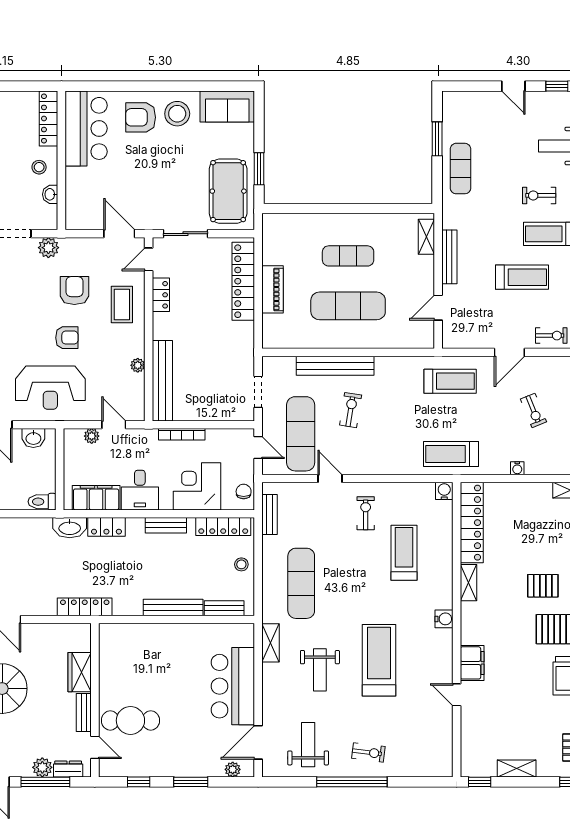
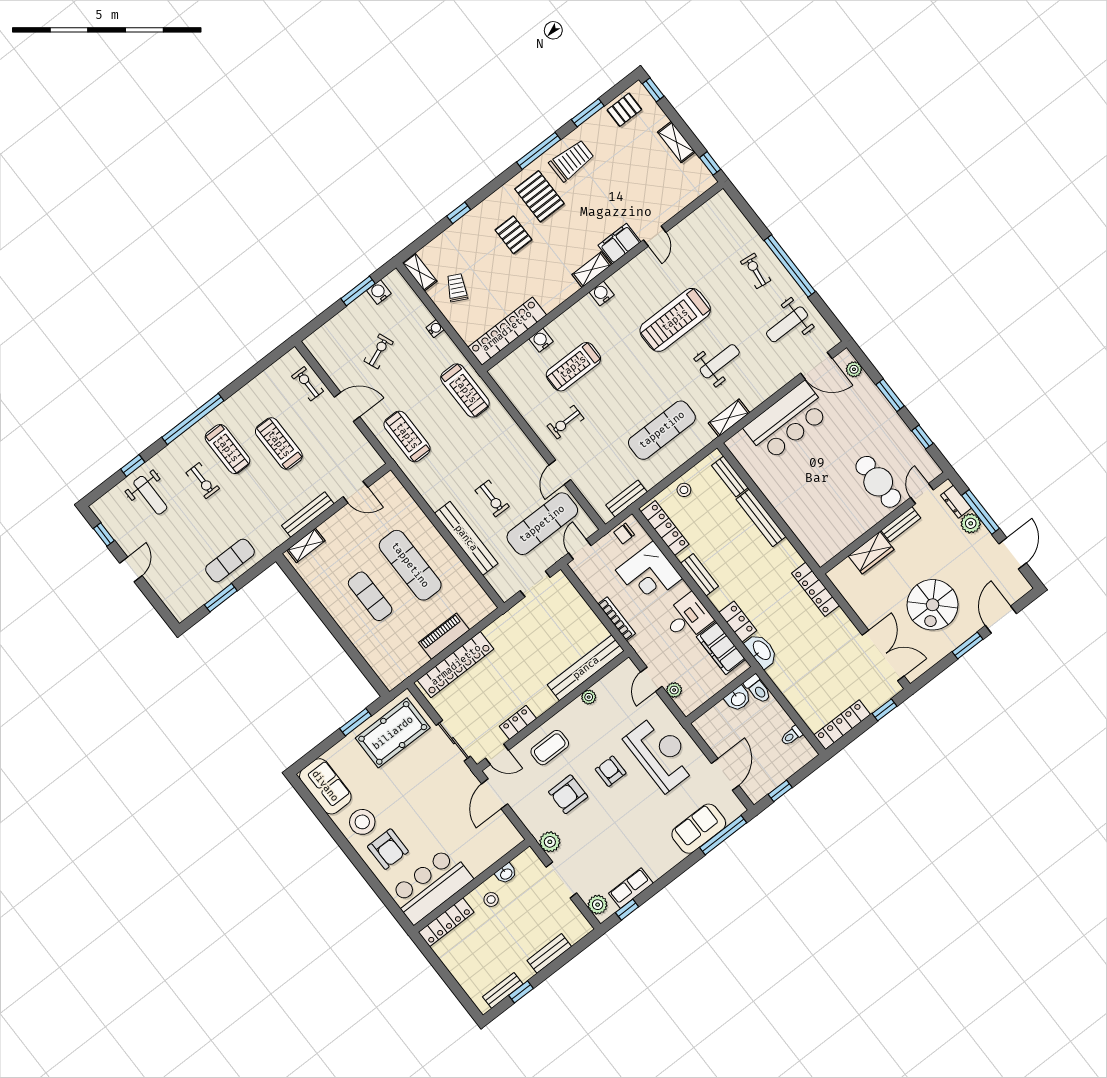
exercise bike: (351, 410) -> (492, 498), turned -99
washbasin: (33, 438) -> (738, 699), moved, turned 90
water cooler: (444, 491) -> (541, 340), moved, turned 90
trolley: (536, 510) -> (457, 288), added
shelving: (469, 583) -> (592, 270), moved

